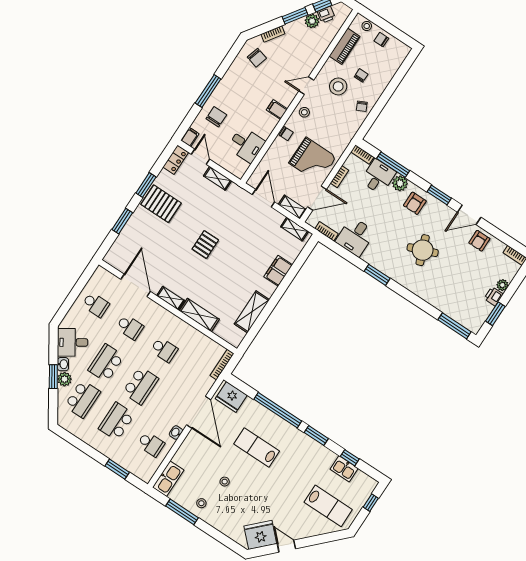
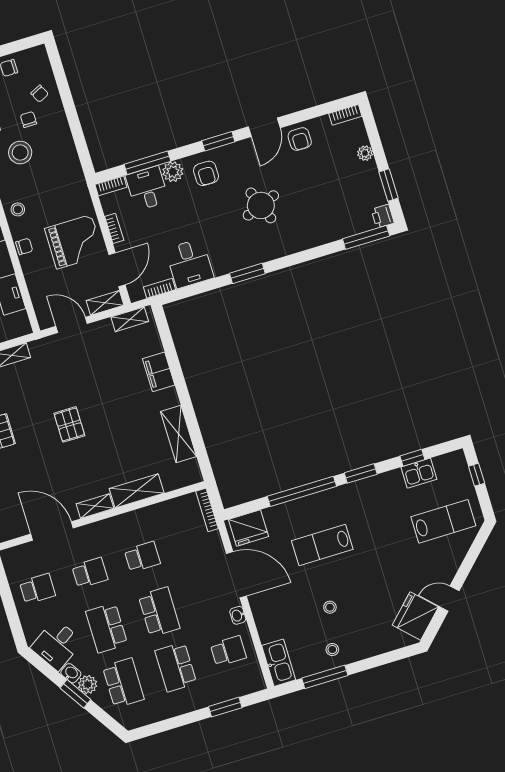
chair: (362, 106) -> (40, 94), moved
printer: (494, 296) -> (383, 216), moved

